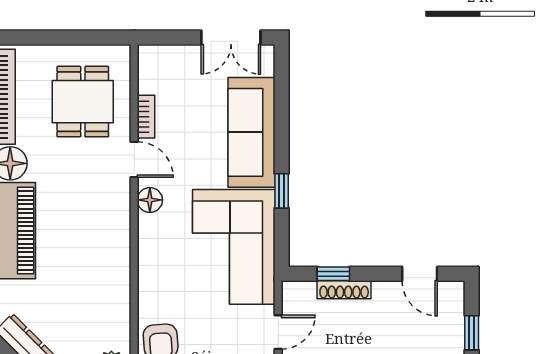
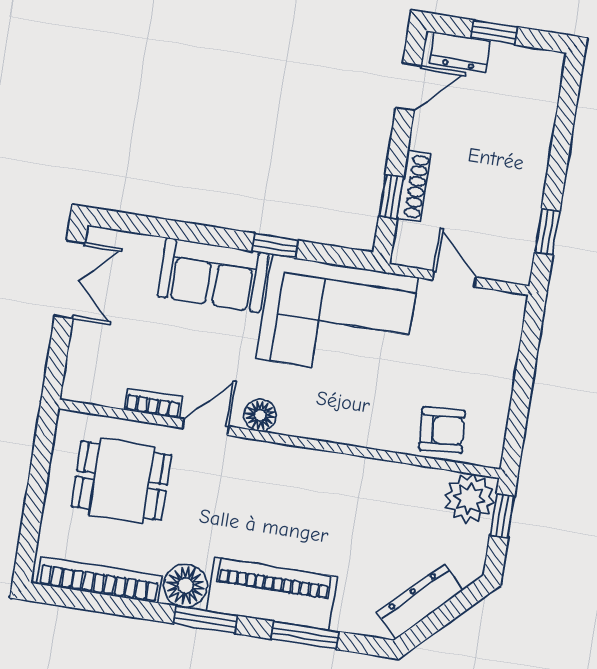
sofa: (251, 132) -> (213, 275), width x0.73
dresser: (452, 309) -> (460, 52), added

